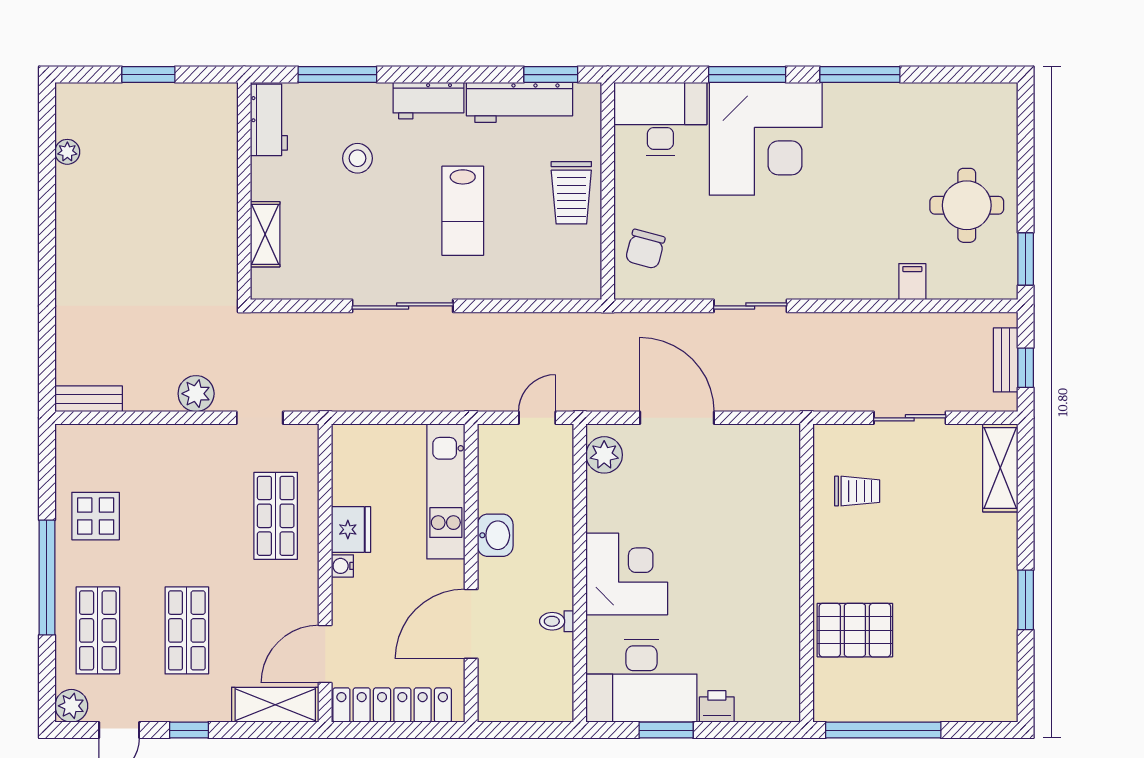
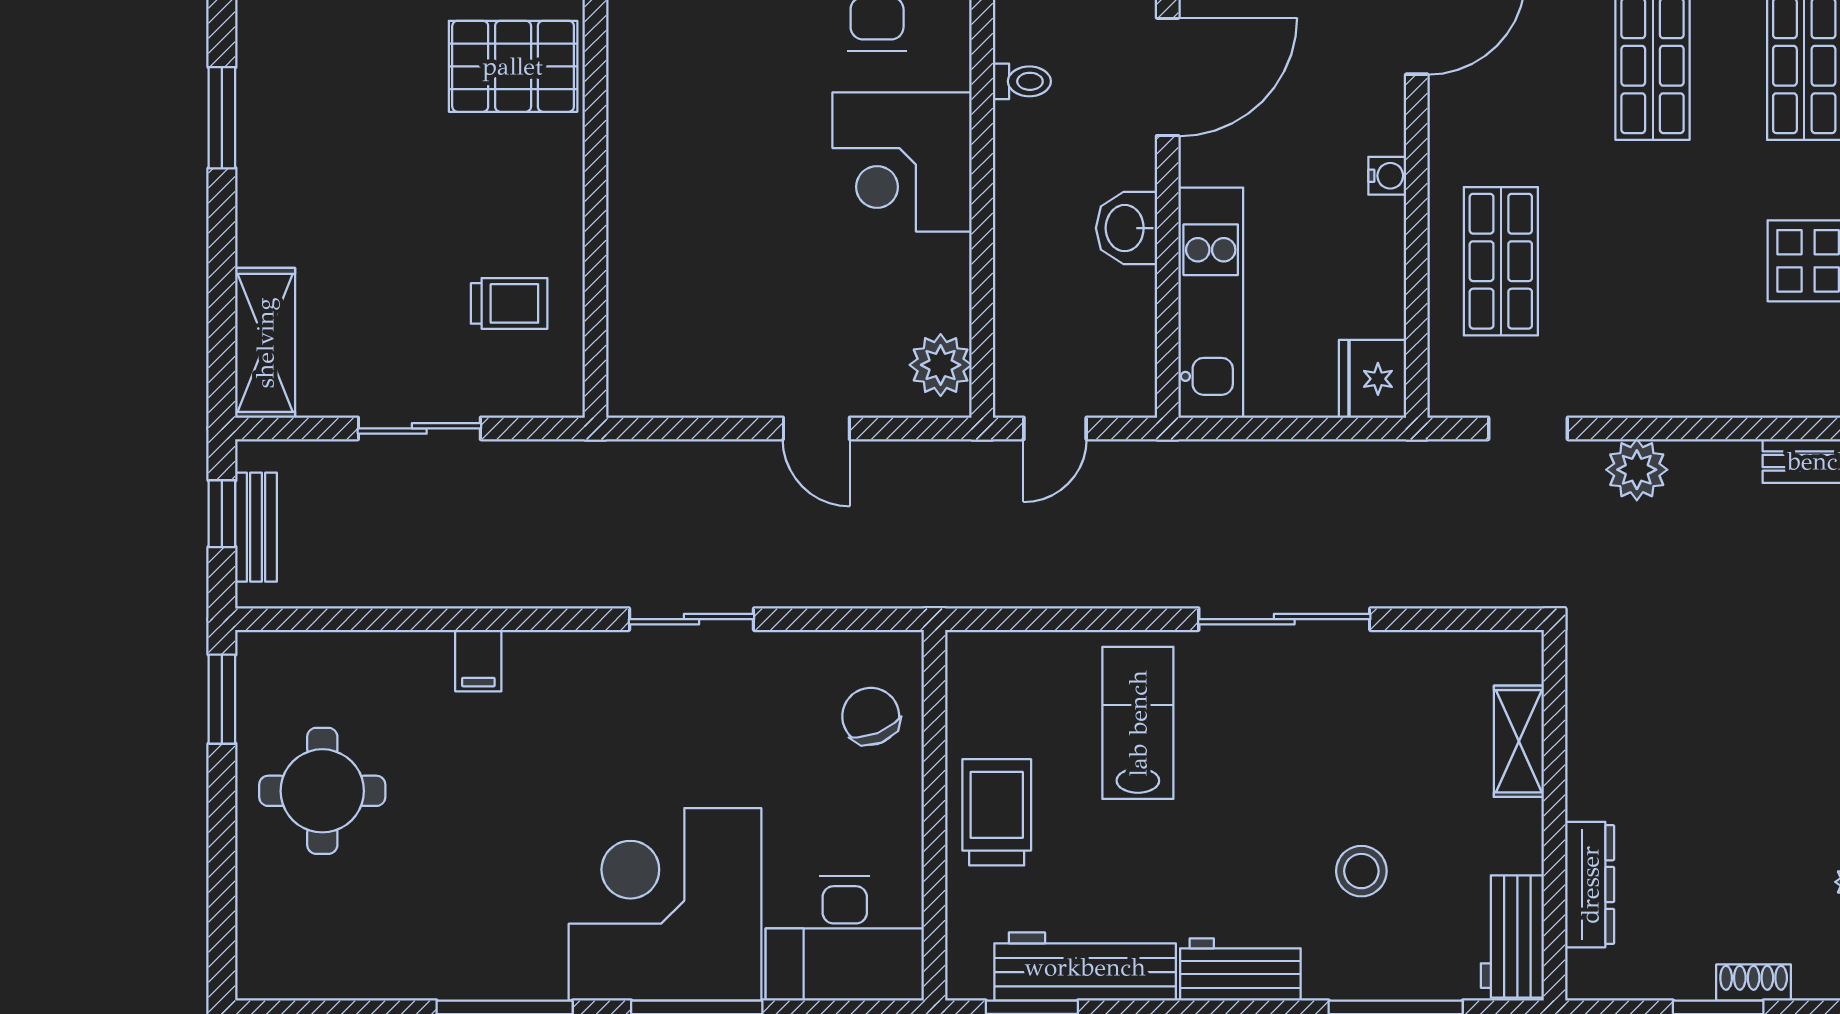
shoe rack: (128, 93) -> (1754, 983), added
dresser: (224, 150) -> (1590, 885), added
lab bench: (463, 211) -> (1138, 723), moved
chair: (645, 249) -> (871, 716), turned -37
filing cabinet: (912, 282) -> (478, 661), moved
door: (677, 418) -> (816, 428), width x0.53
trolley: (857, 491) -> (509, 303), turned 180
fridge: (351, 529) -> (1373, 379), moved

